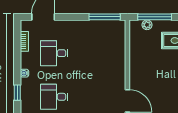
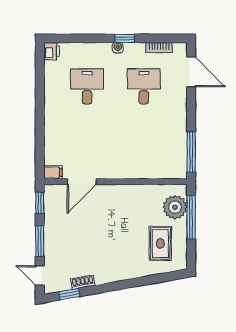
plant: (147, 25) -> (175, 207), width x1.88, depth x1.88
window: (17, 93) -> (125, 38), moved

